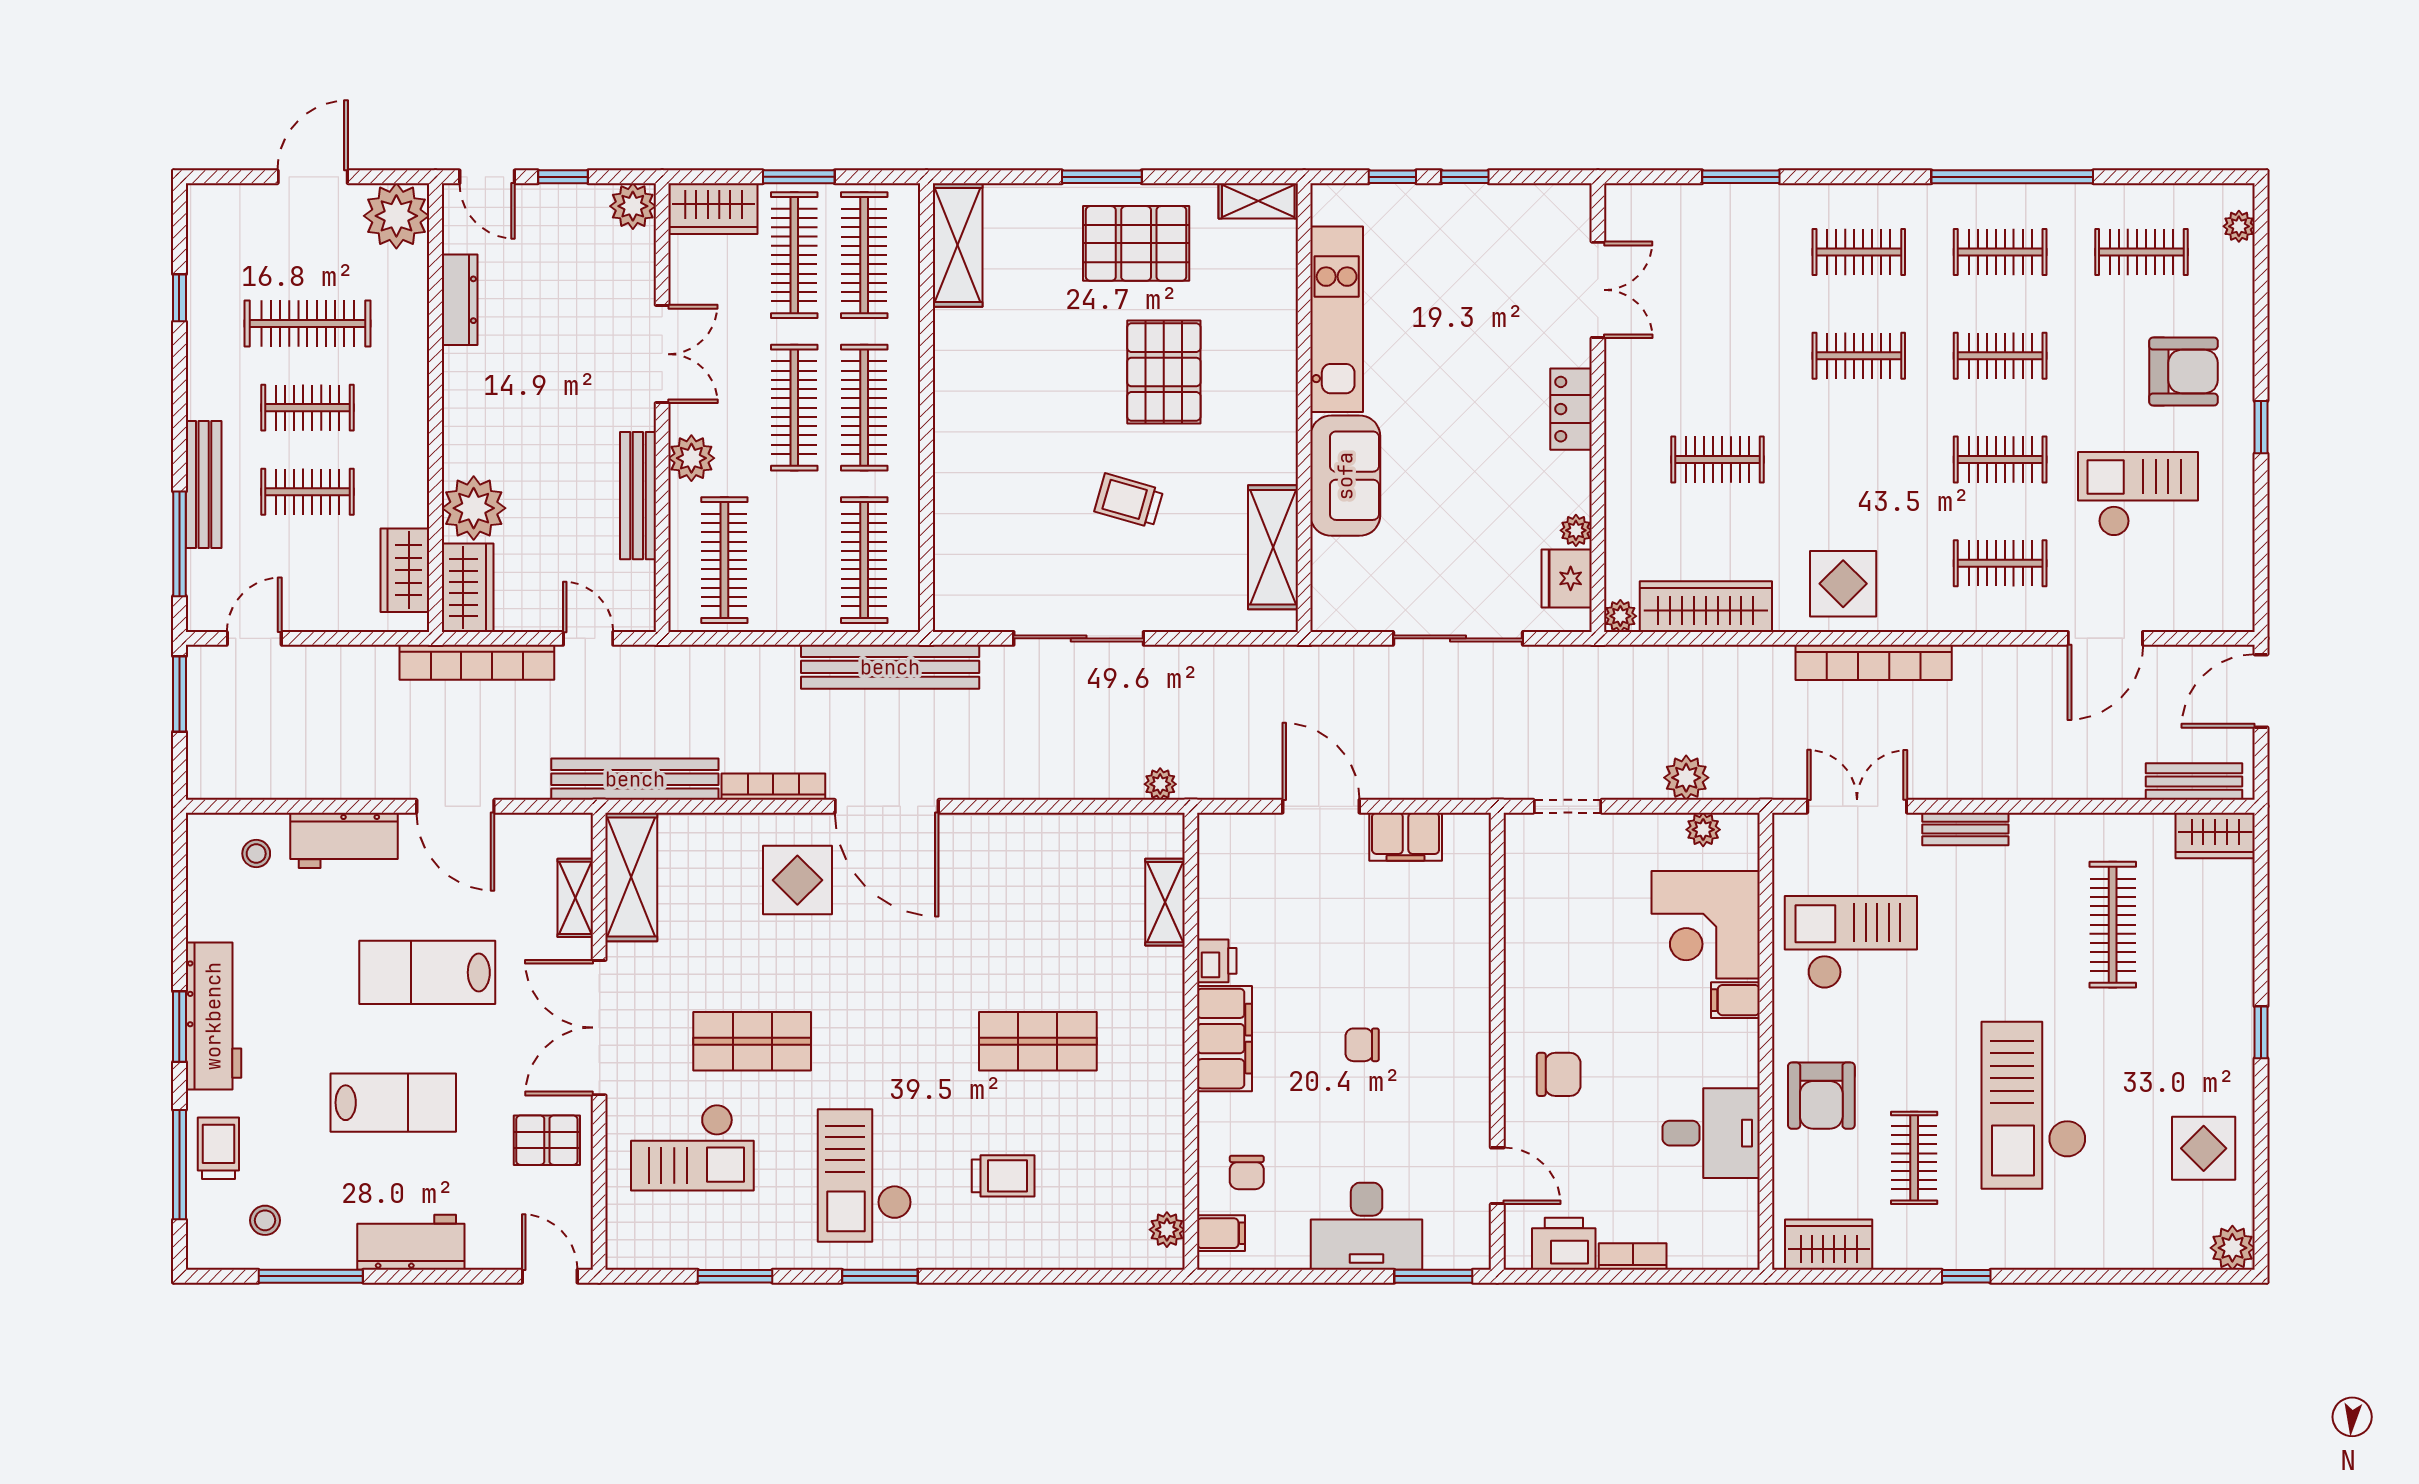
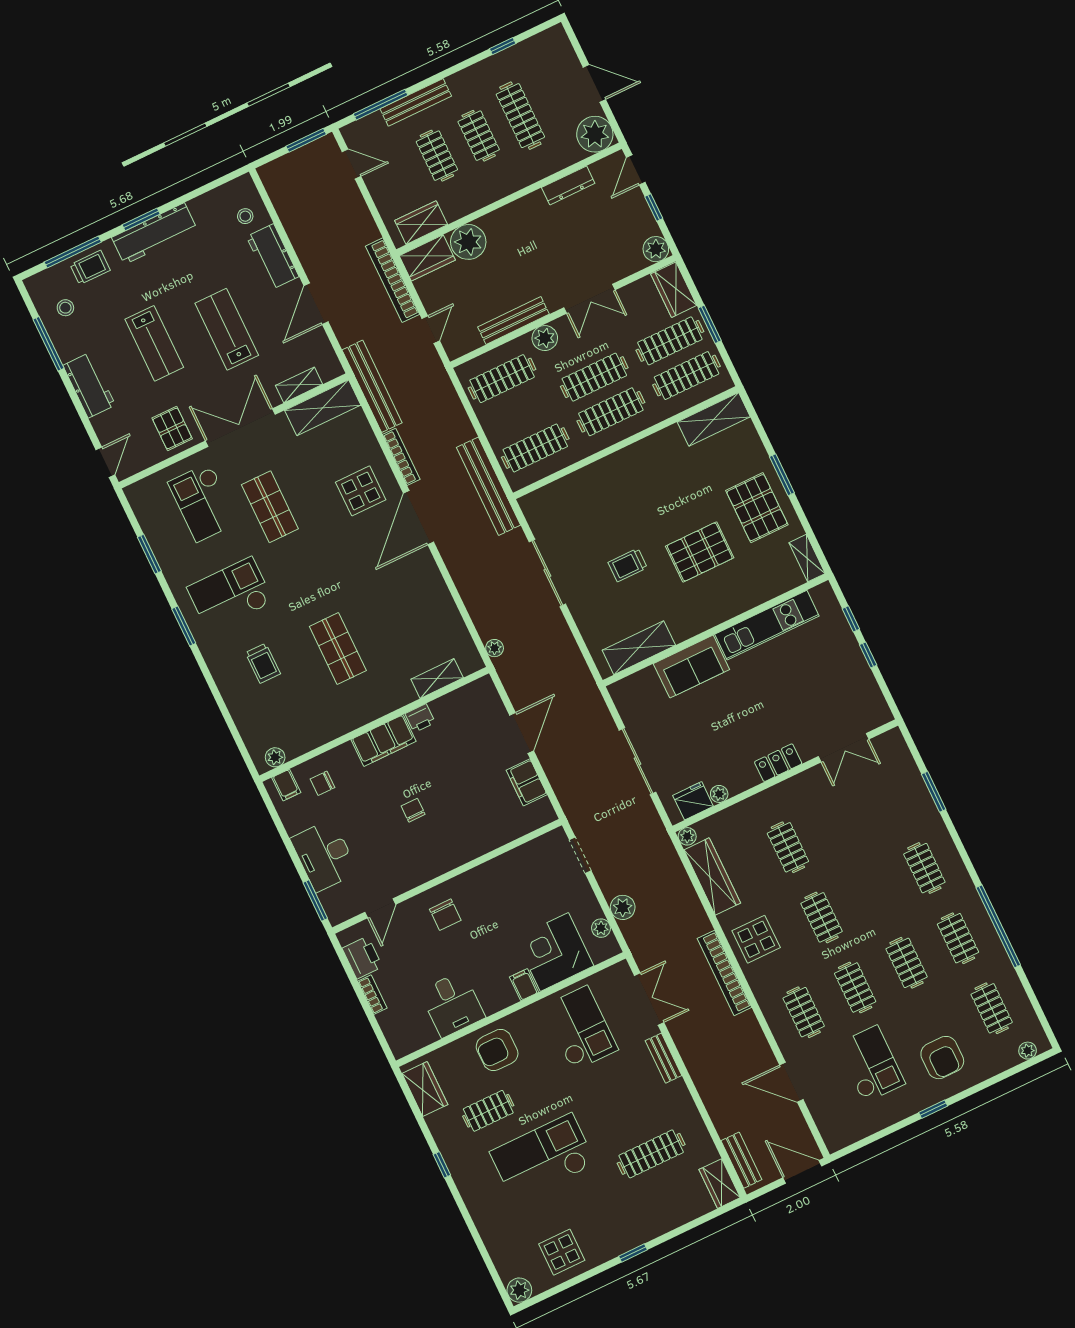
clothes rail: (1859, 356) -> (822, 917), moved
trolley: (1129, 501) -> (628, 565), turned -106

